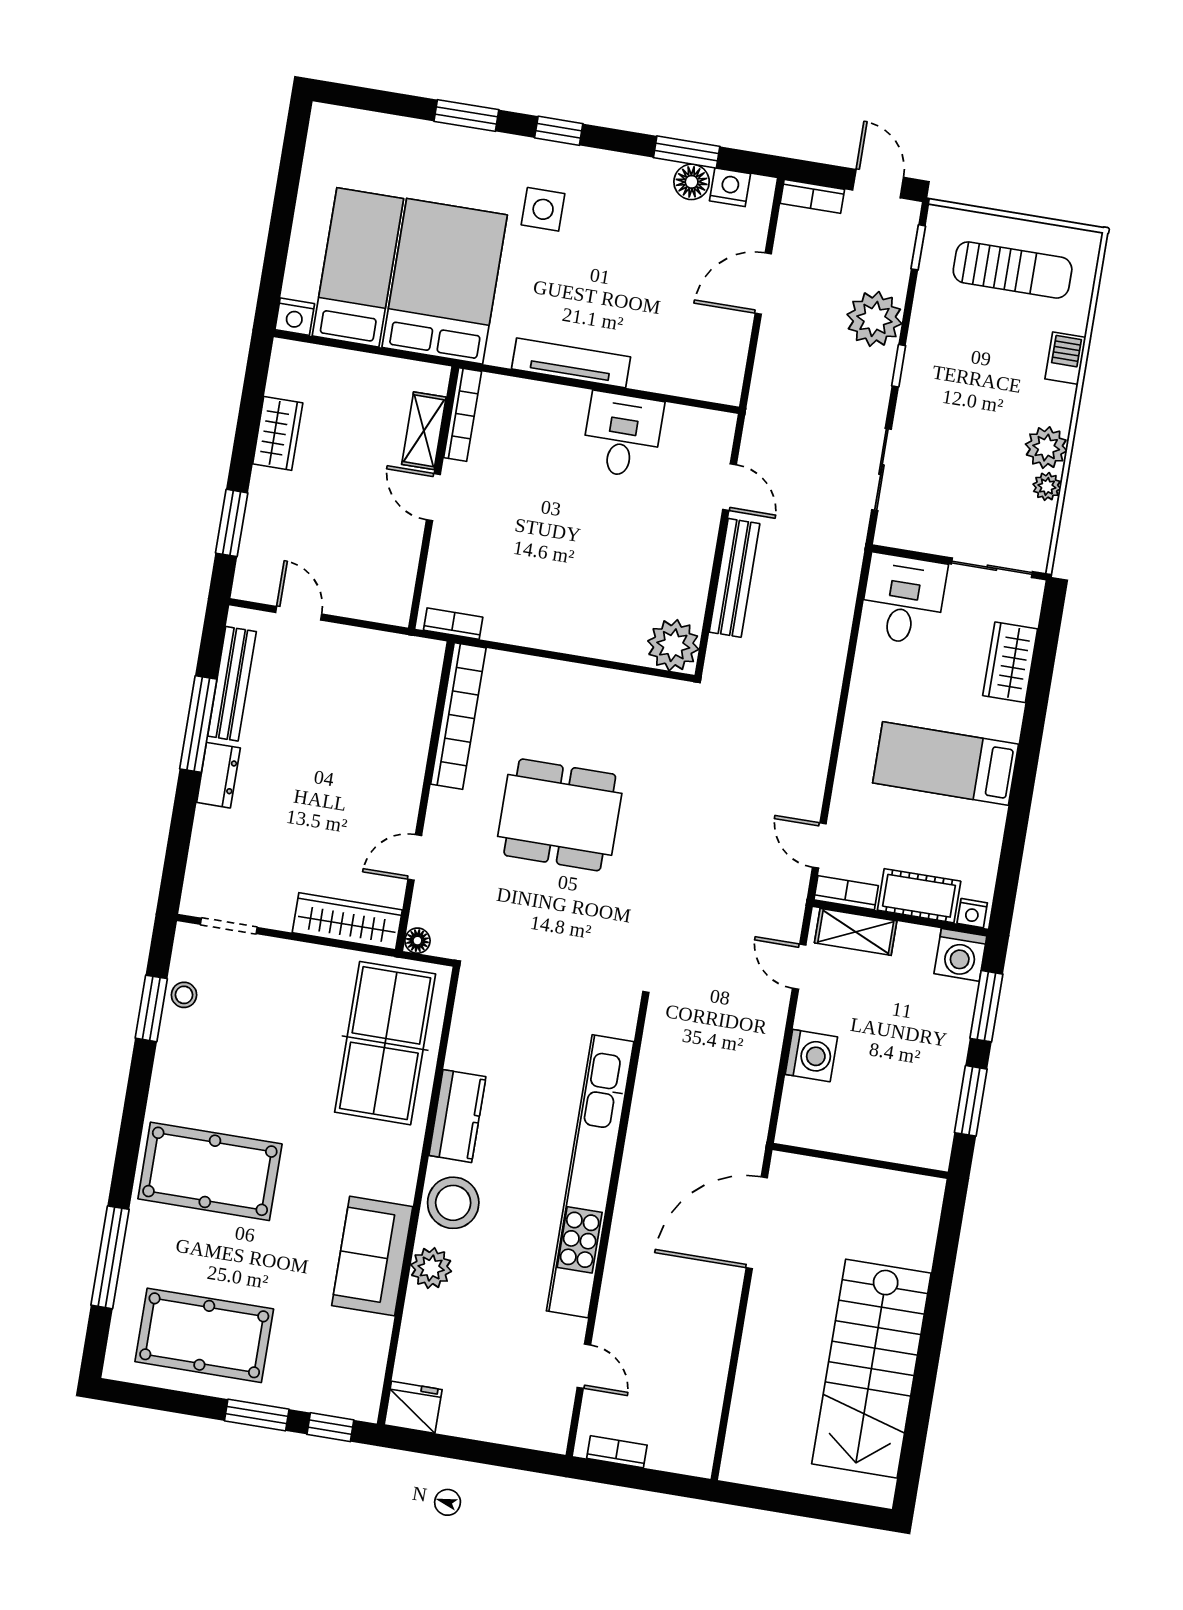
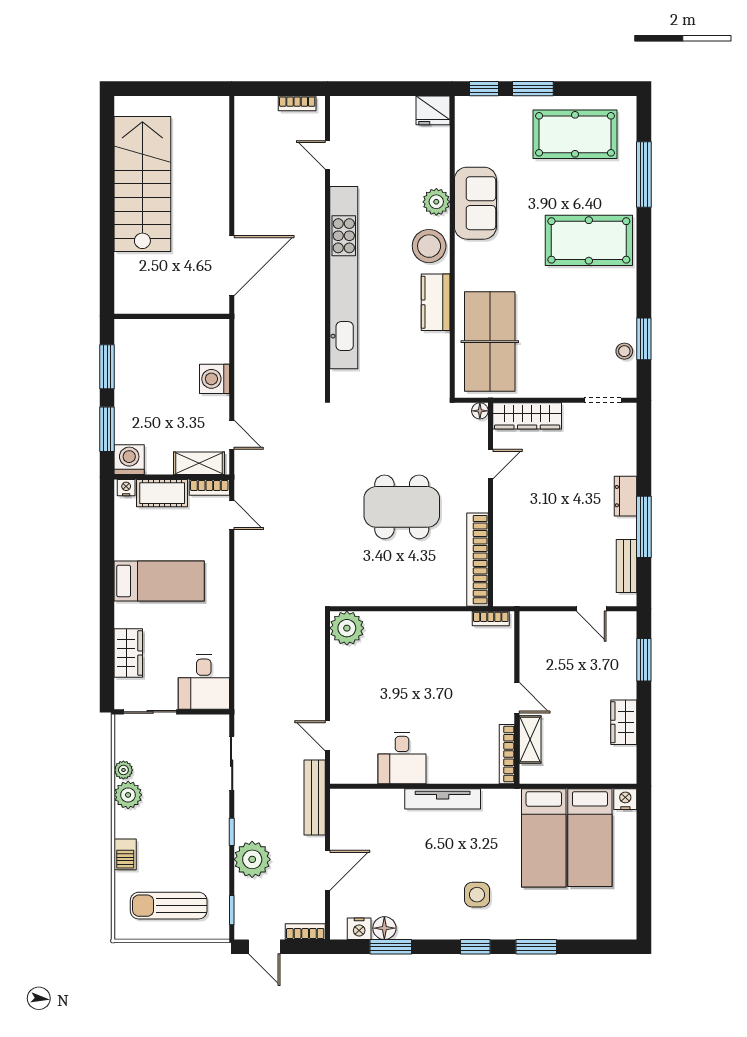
bed: (445, 281) -> (544, 838), width x0.67
bench: (735, 578) -> (315, 798), moved
bench: (232, 684) -> (627, 566), width x0.73

